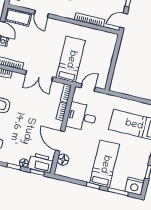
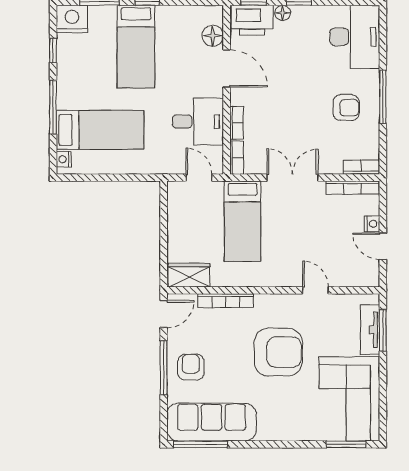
cot: (18, 17) -> (356, 274), removed
wardrobe: (106, 38) -> (189, 275), added
door: (88, 87) -> (199, 178), swing flipped

